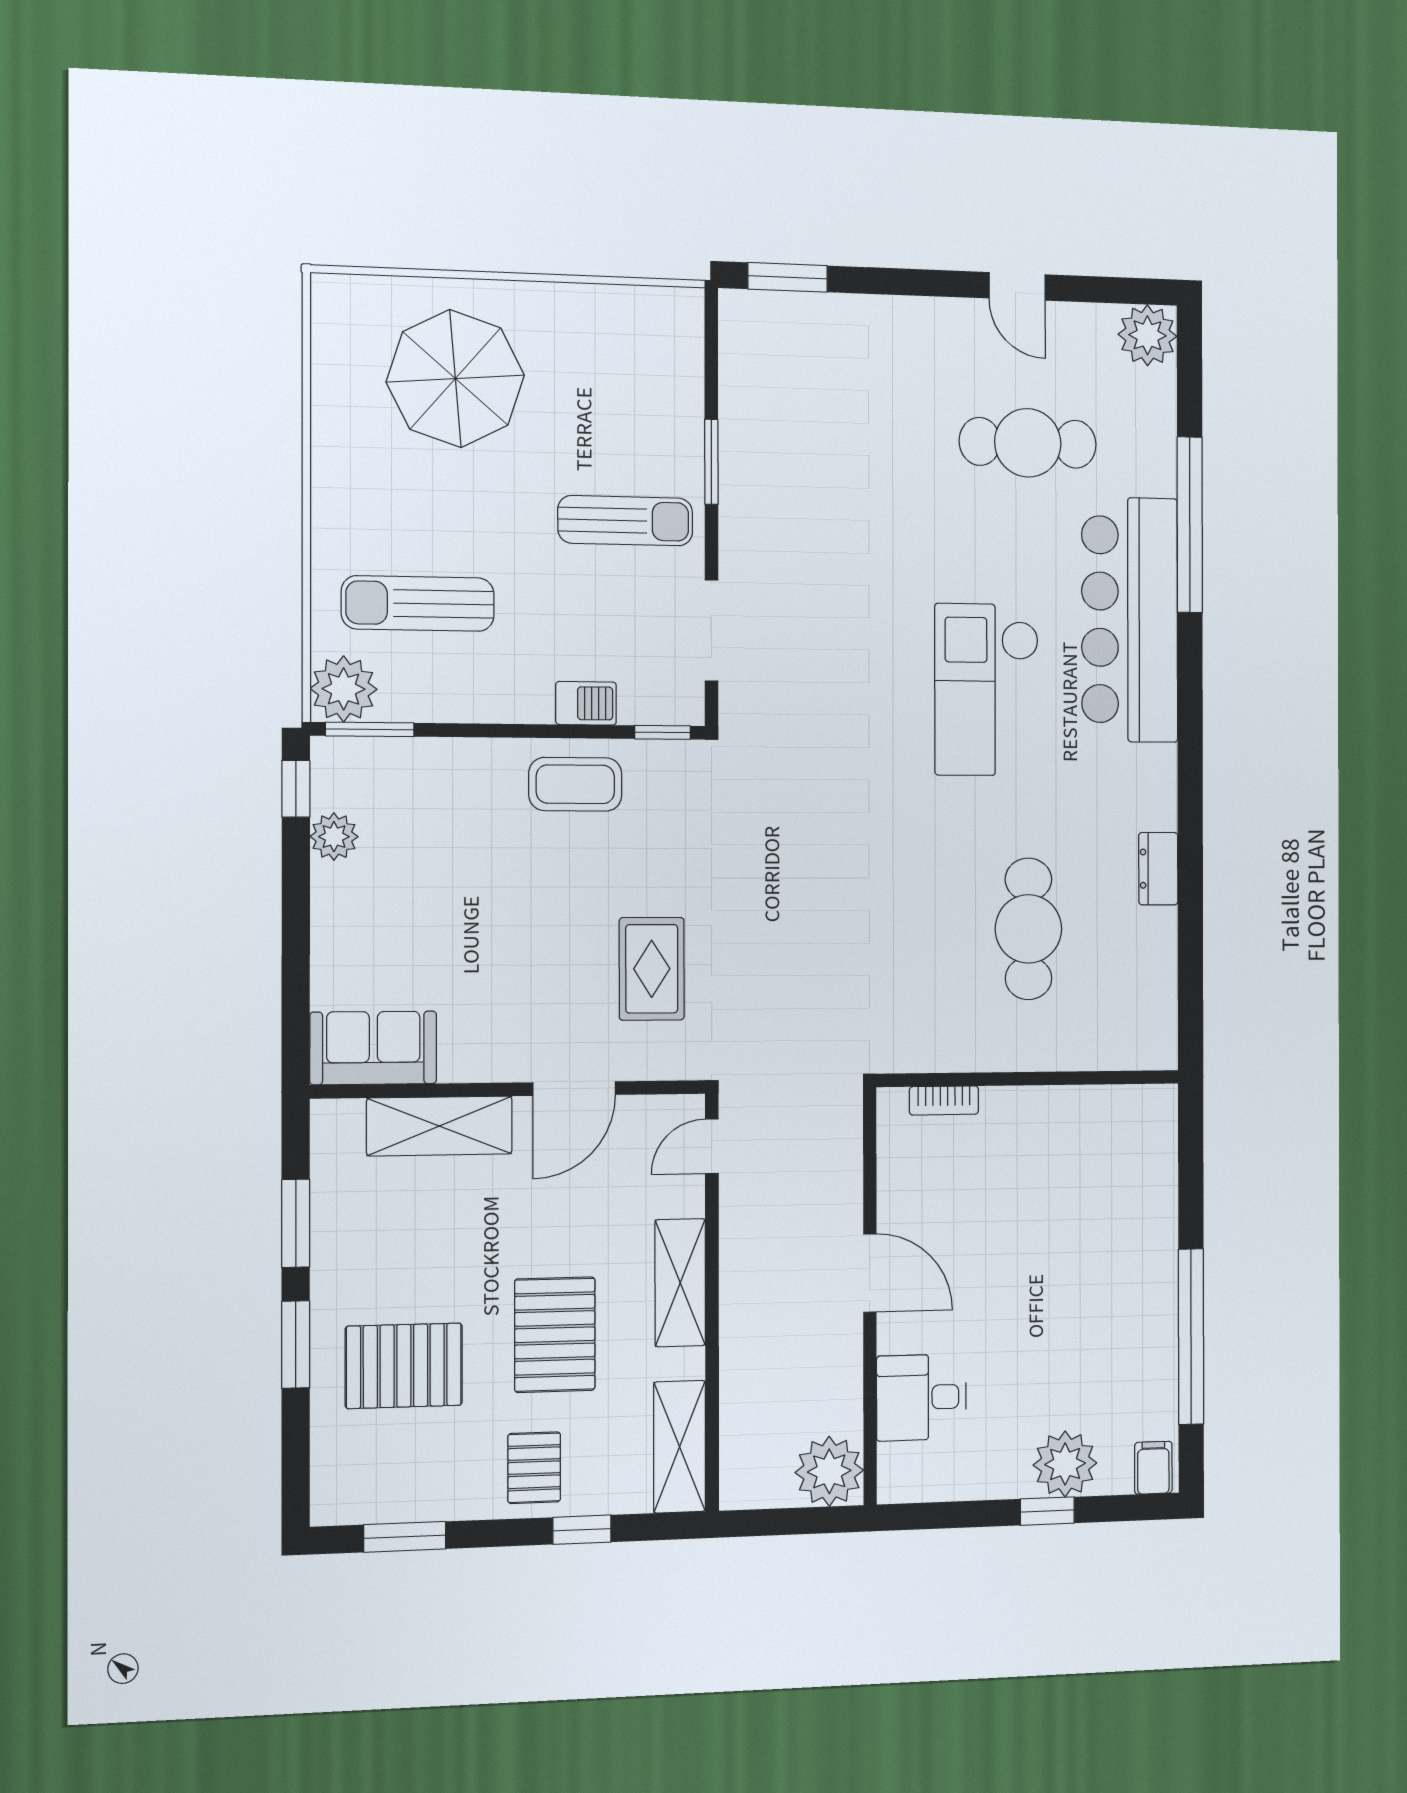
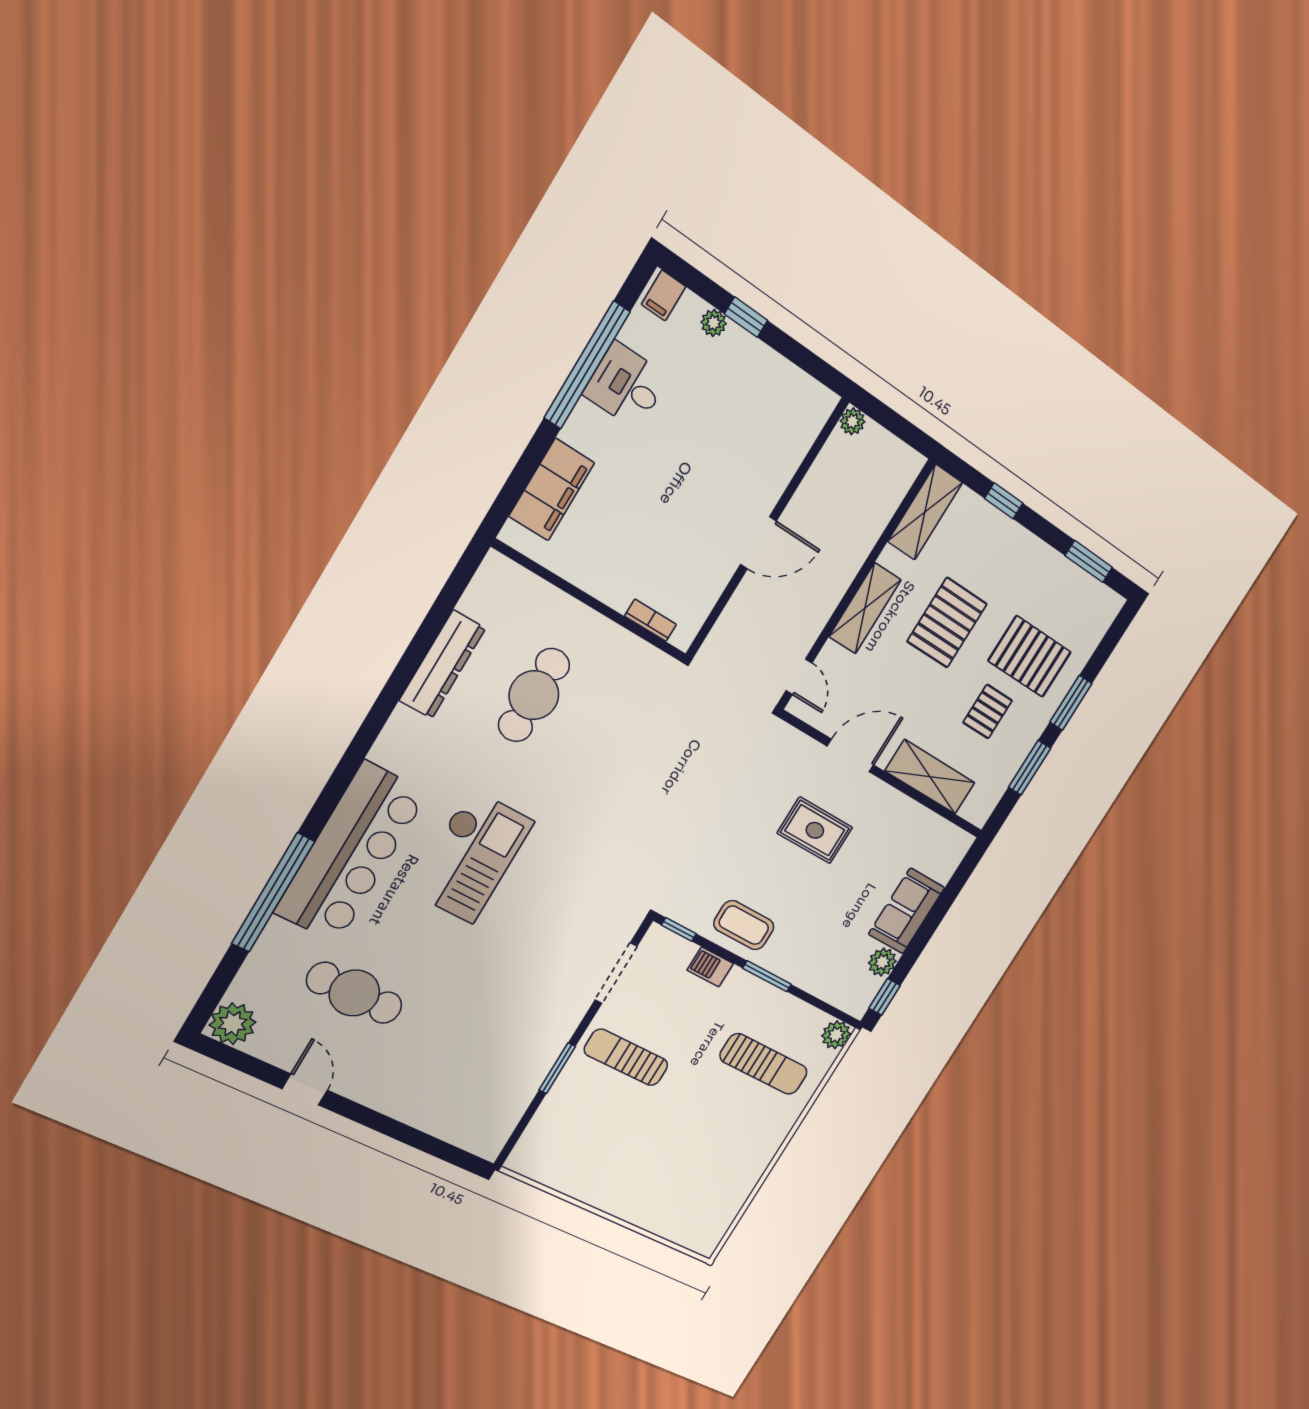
window: (788, 277) -> (448, 1153), removed
parasol: (455, 379) -> (670, 1174), removed
plant: (344, 689) -> (836, 1035), width x0.73, depth x0.73
window: (370, 729) -> (767, 976), moved
dresser: (1158, 869) -> (442, 664), width x1.96, depth x1.24
rug: (652, 969) -> (815, 830), moved, turned 90
sofa: (373, 1048) -> (907, 911), moved, turned 90
door: (712, 1146) -> (799, 677), hinge flipped
filing cabinet: (1148, 1177) -> (552, 490), added
door: (870, 1273) -> (758, 543), swing flipped
desk: (921, 1397) -> (626, 386), moved, turned 180
plant: (1065, 1464) -> (714, 323), width x0.53, depth x0.53
pallet: (534, 1468) -> (988, 712), moved
plant: (829, 1471) -> (852, 421), width x0.53, depth x0.53

